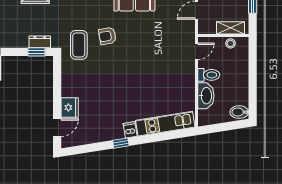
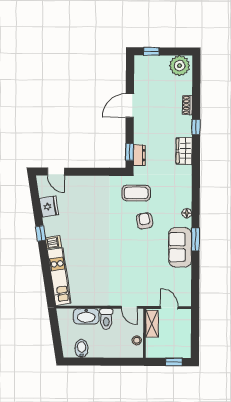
shelving: (231, 28) -> (152, 324), moved
fridge: (70, 108) -> (49, 206), moved, turned -99
bidet: (239, 112) -> (81, 349), moved

